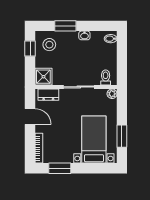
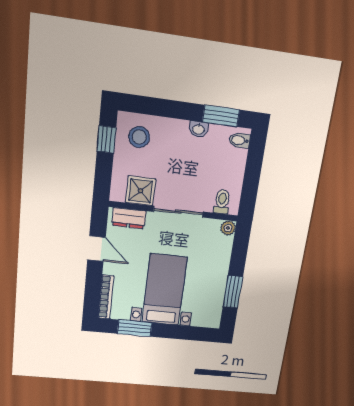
window: (65, 26) -> (221, 116), moved
shower: (43, 77) -> (141, 191), moved
bed with nightstands: (94, 139) -> (165, 290), moved

